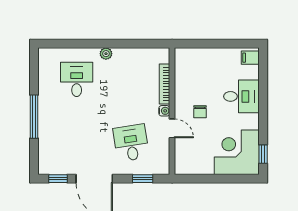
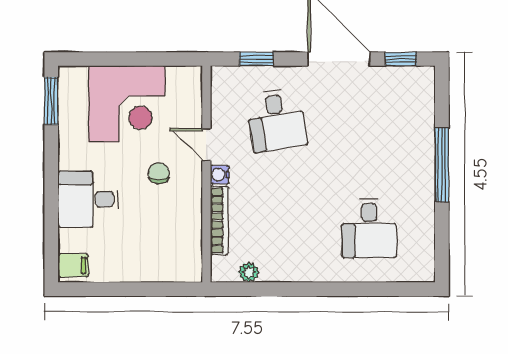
plant: (106, 54) -> (249, 272), moved
corner desk: (237, 152) -> (127, 104), moved
window: (263, 154) -> (51, 101), width x1.50

